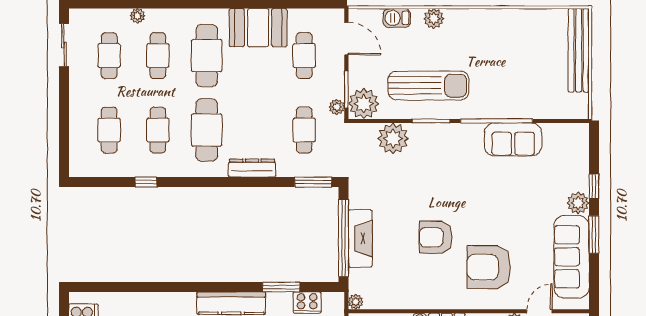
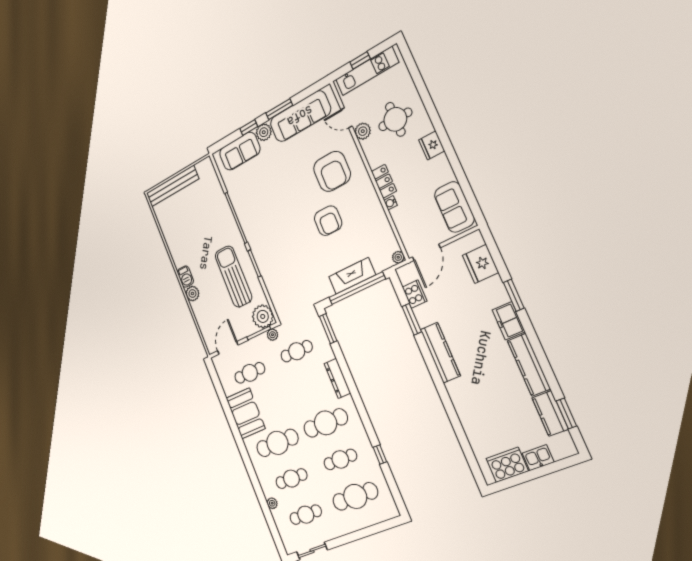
barbecue: (397, 18) -> (185, 277), moved
cafe table: (109, 130) -> (355, 496), width x1.37, depth x1.35
plant: (393, 138) -> (276, 285), removed
sofa: (513, 139) -> (240, 151), moved, turned 90

